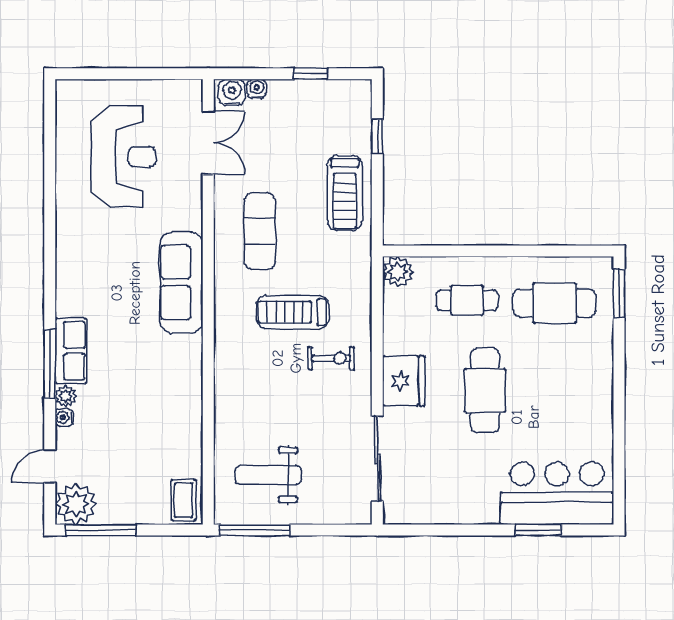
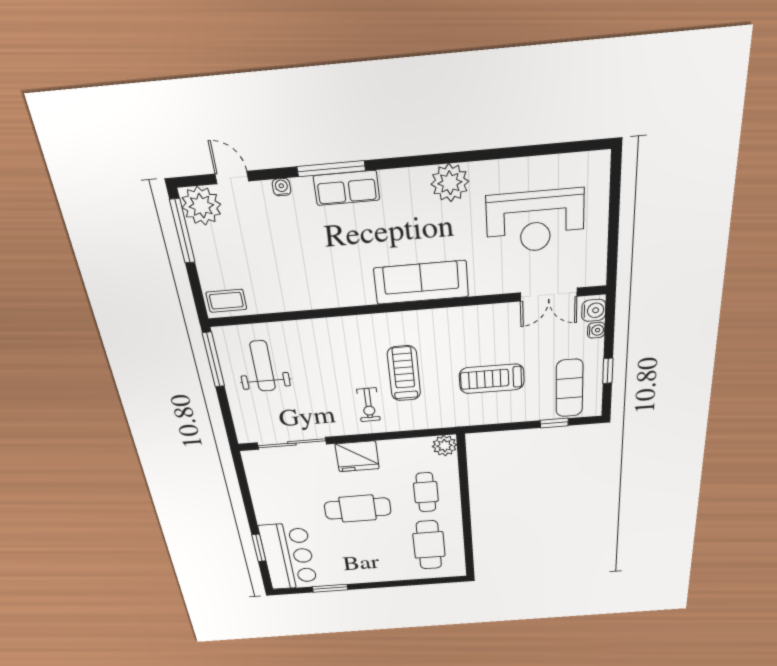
treadmill: (345, 193) -> (492, 379), moved
exercise mat: (260, 231) -> (569, 388), moved, turned 90
window: (619, 293) -> (330, 588), moved
plant: (66, 396) -> (450, 183), moved, width x1.88, depth x1.88

